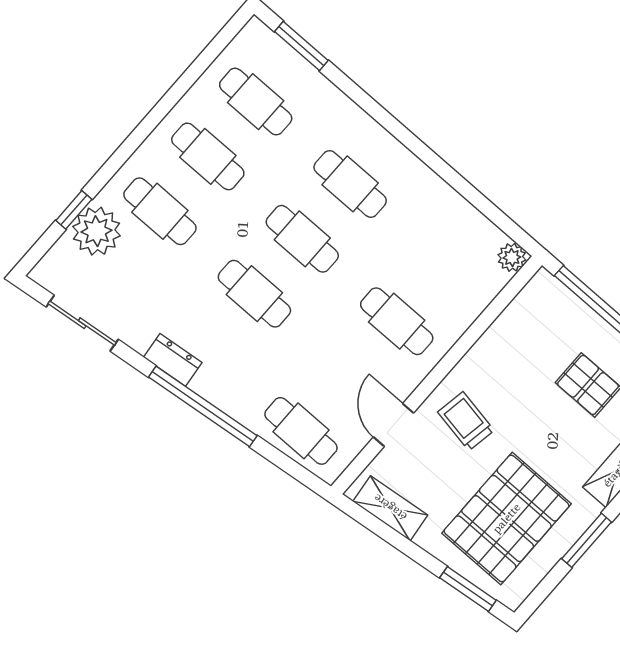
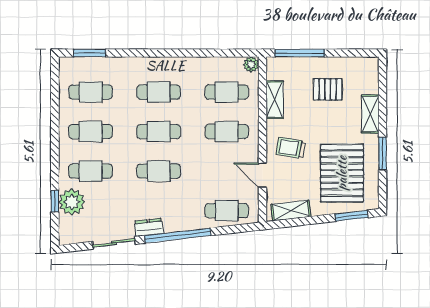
cafe table: (445, 266) -> (227, 92), added
sliding door: (82, 323) -> (114, 243), moved
shelving: (502, 335) -> (275, 100), added

